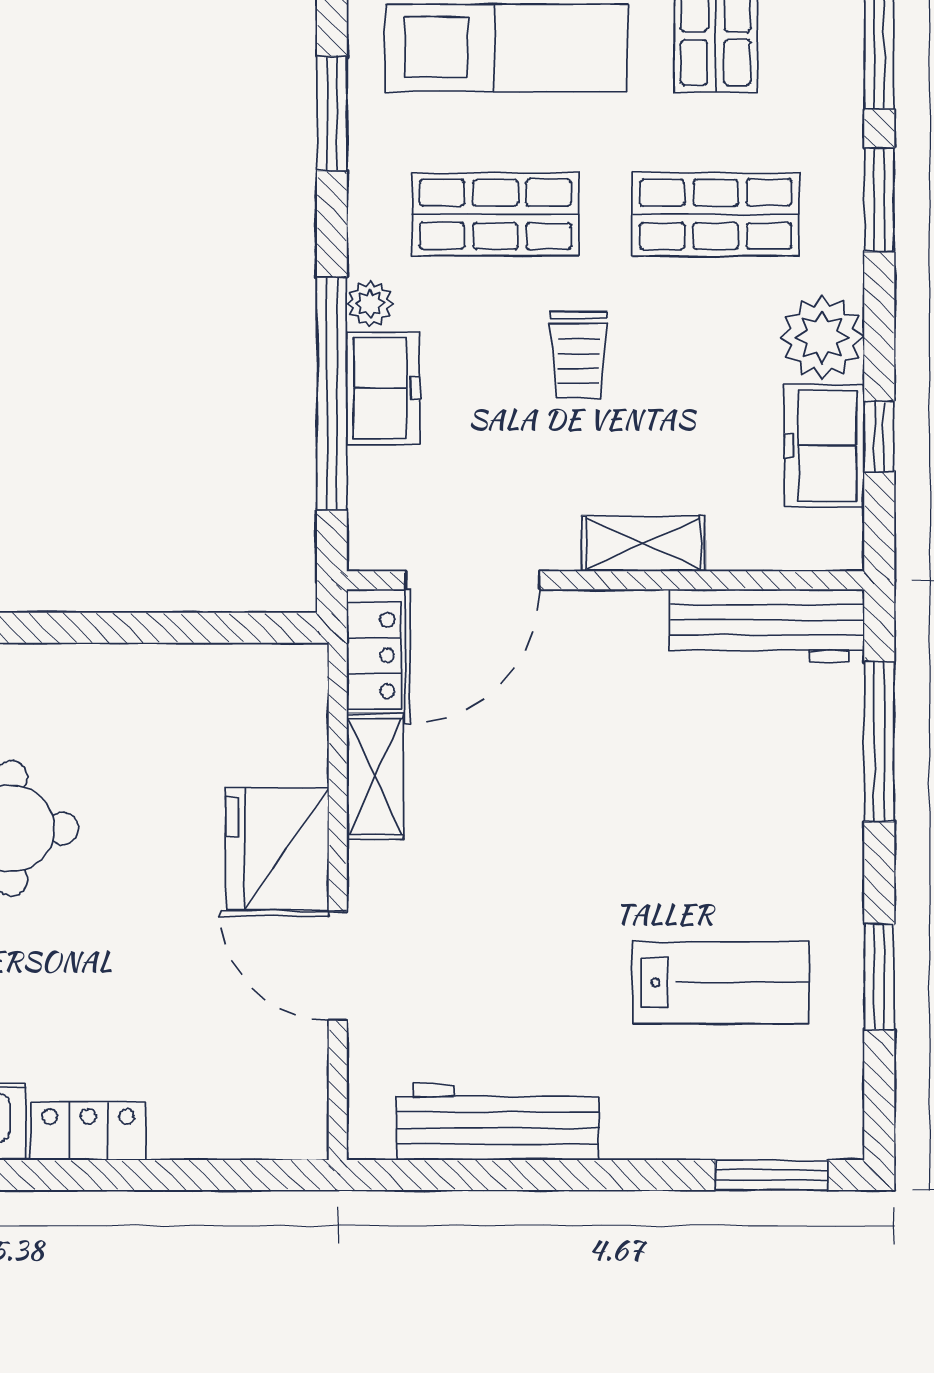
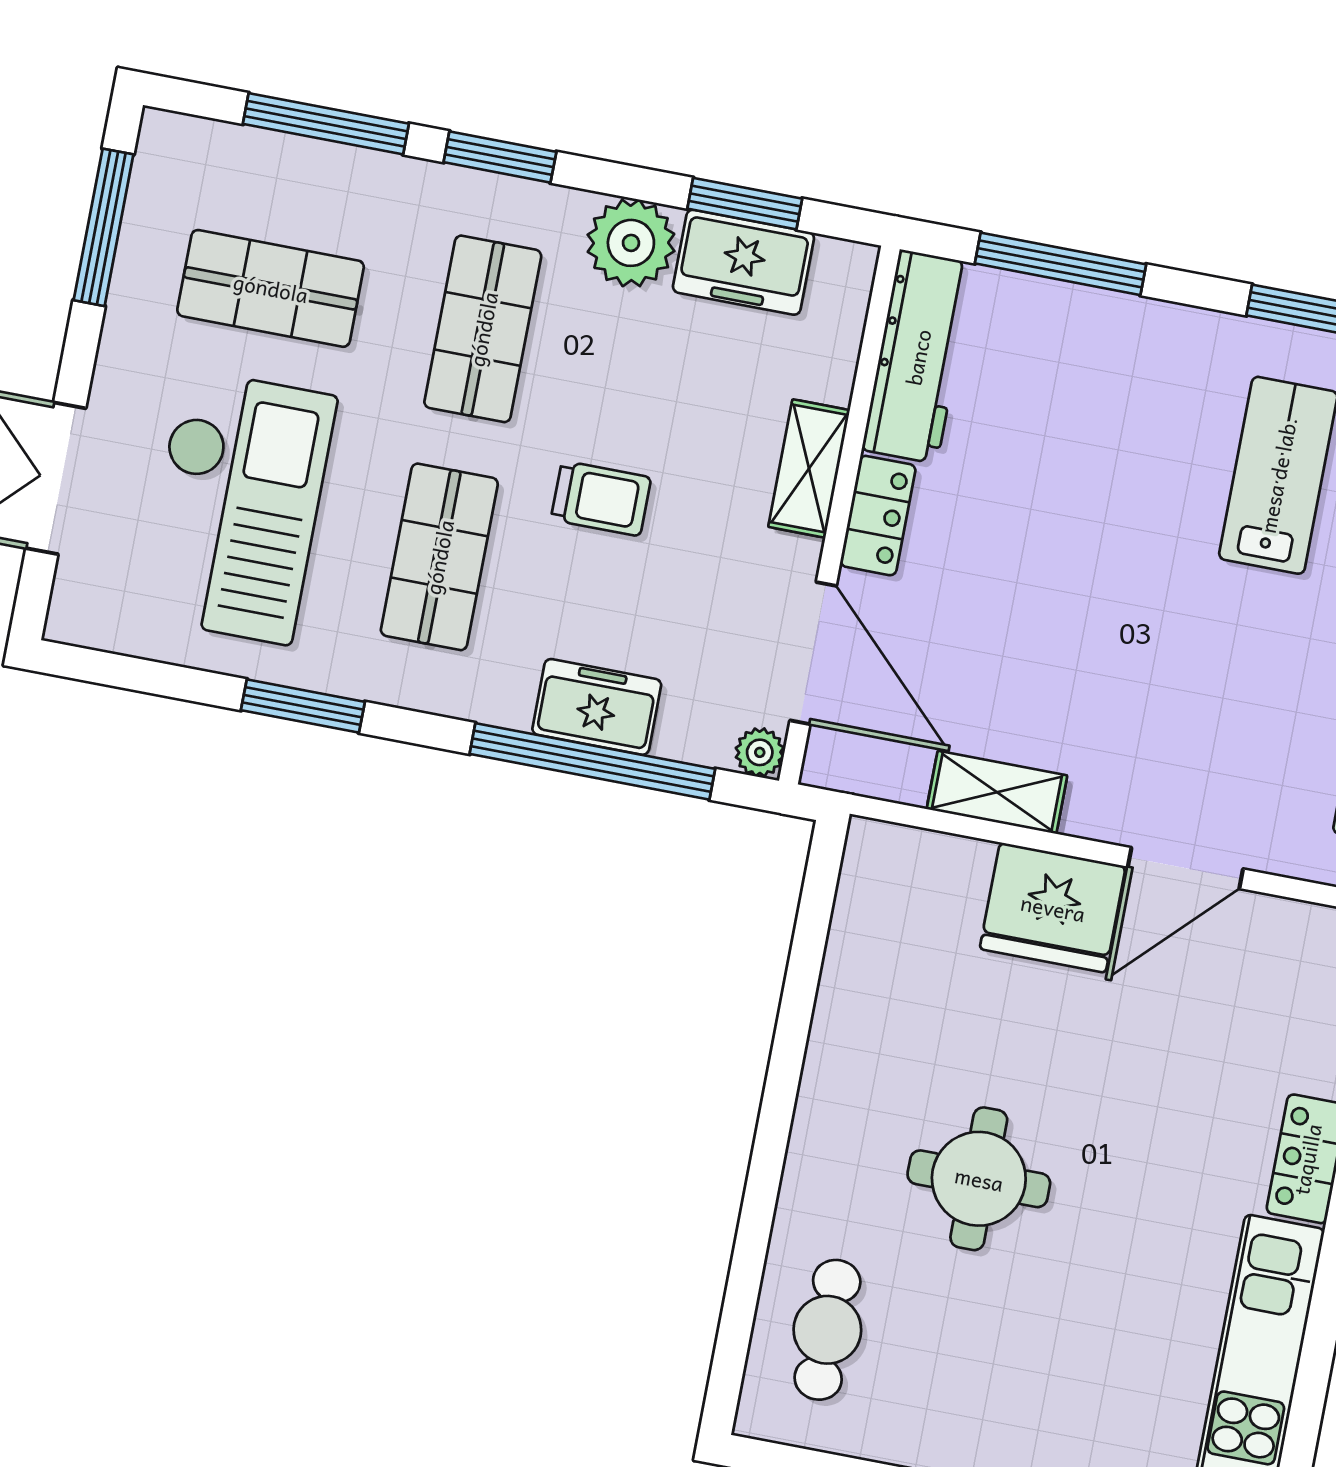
plant: (370, 304) -> (760, 752), moved
window: (879, 436) -> (745, 204), width x1.50
locker: (374, 655) -> (878, 516), moved, turned 90

